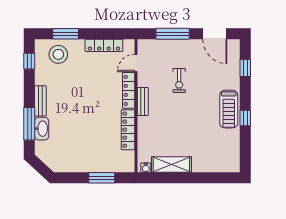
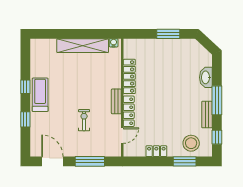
locker: (104, 45) -> (156, 151), width x0.66
window: (245, 68) -> (25, 119), moved
bench: (40, 101) -> (207, 115), moved
window: (29, 124) -> (217, 100), moved
shelving: (171, 165) -> (83, 46), width x1.47
window: (102, 178) -> (168, 34), moved

